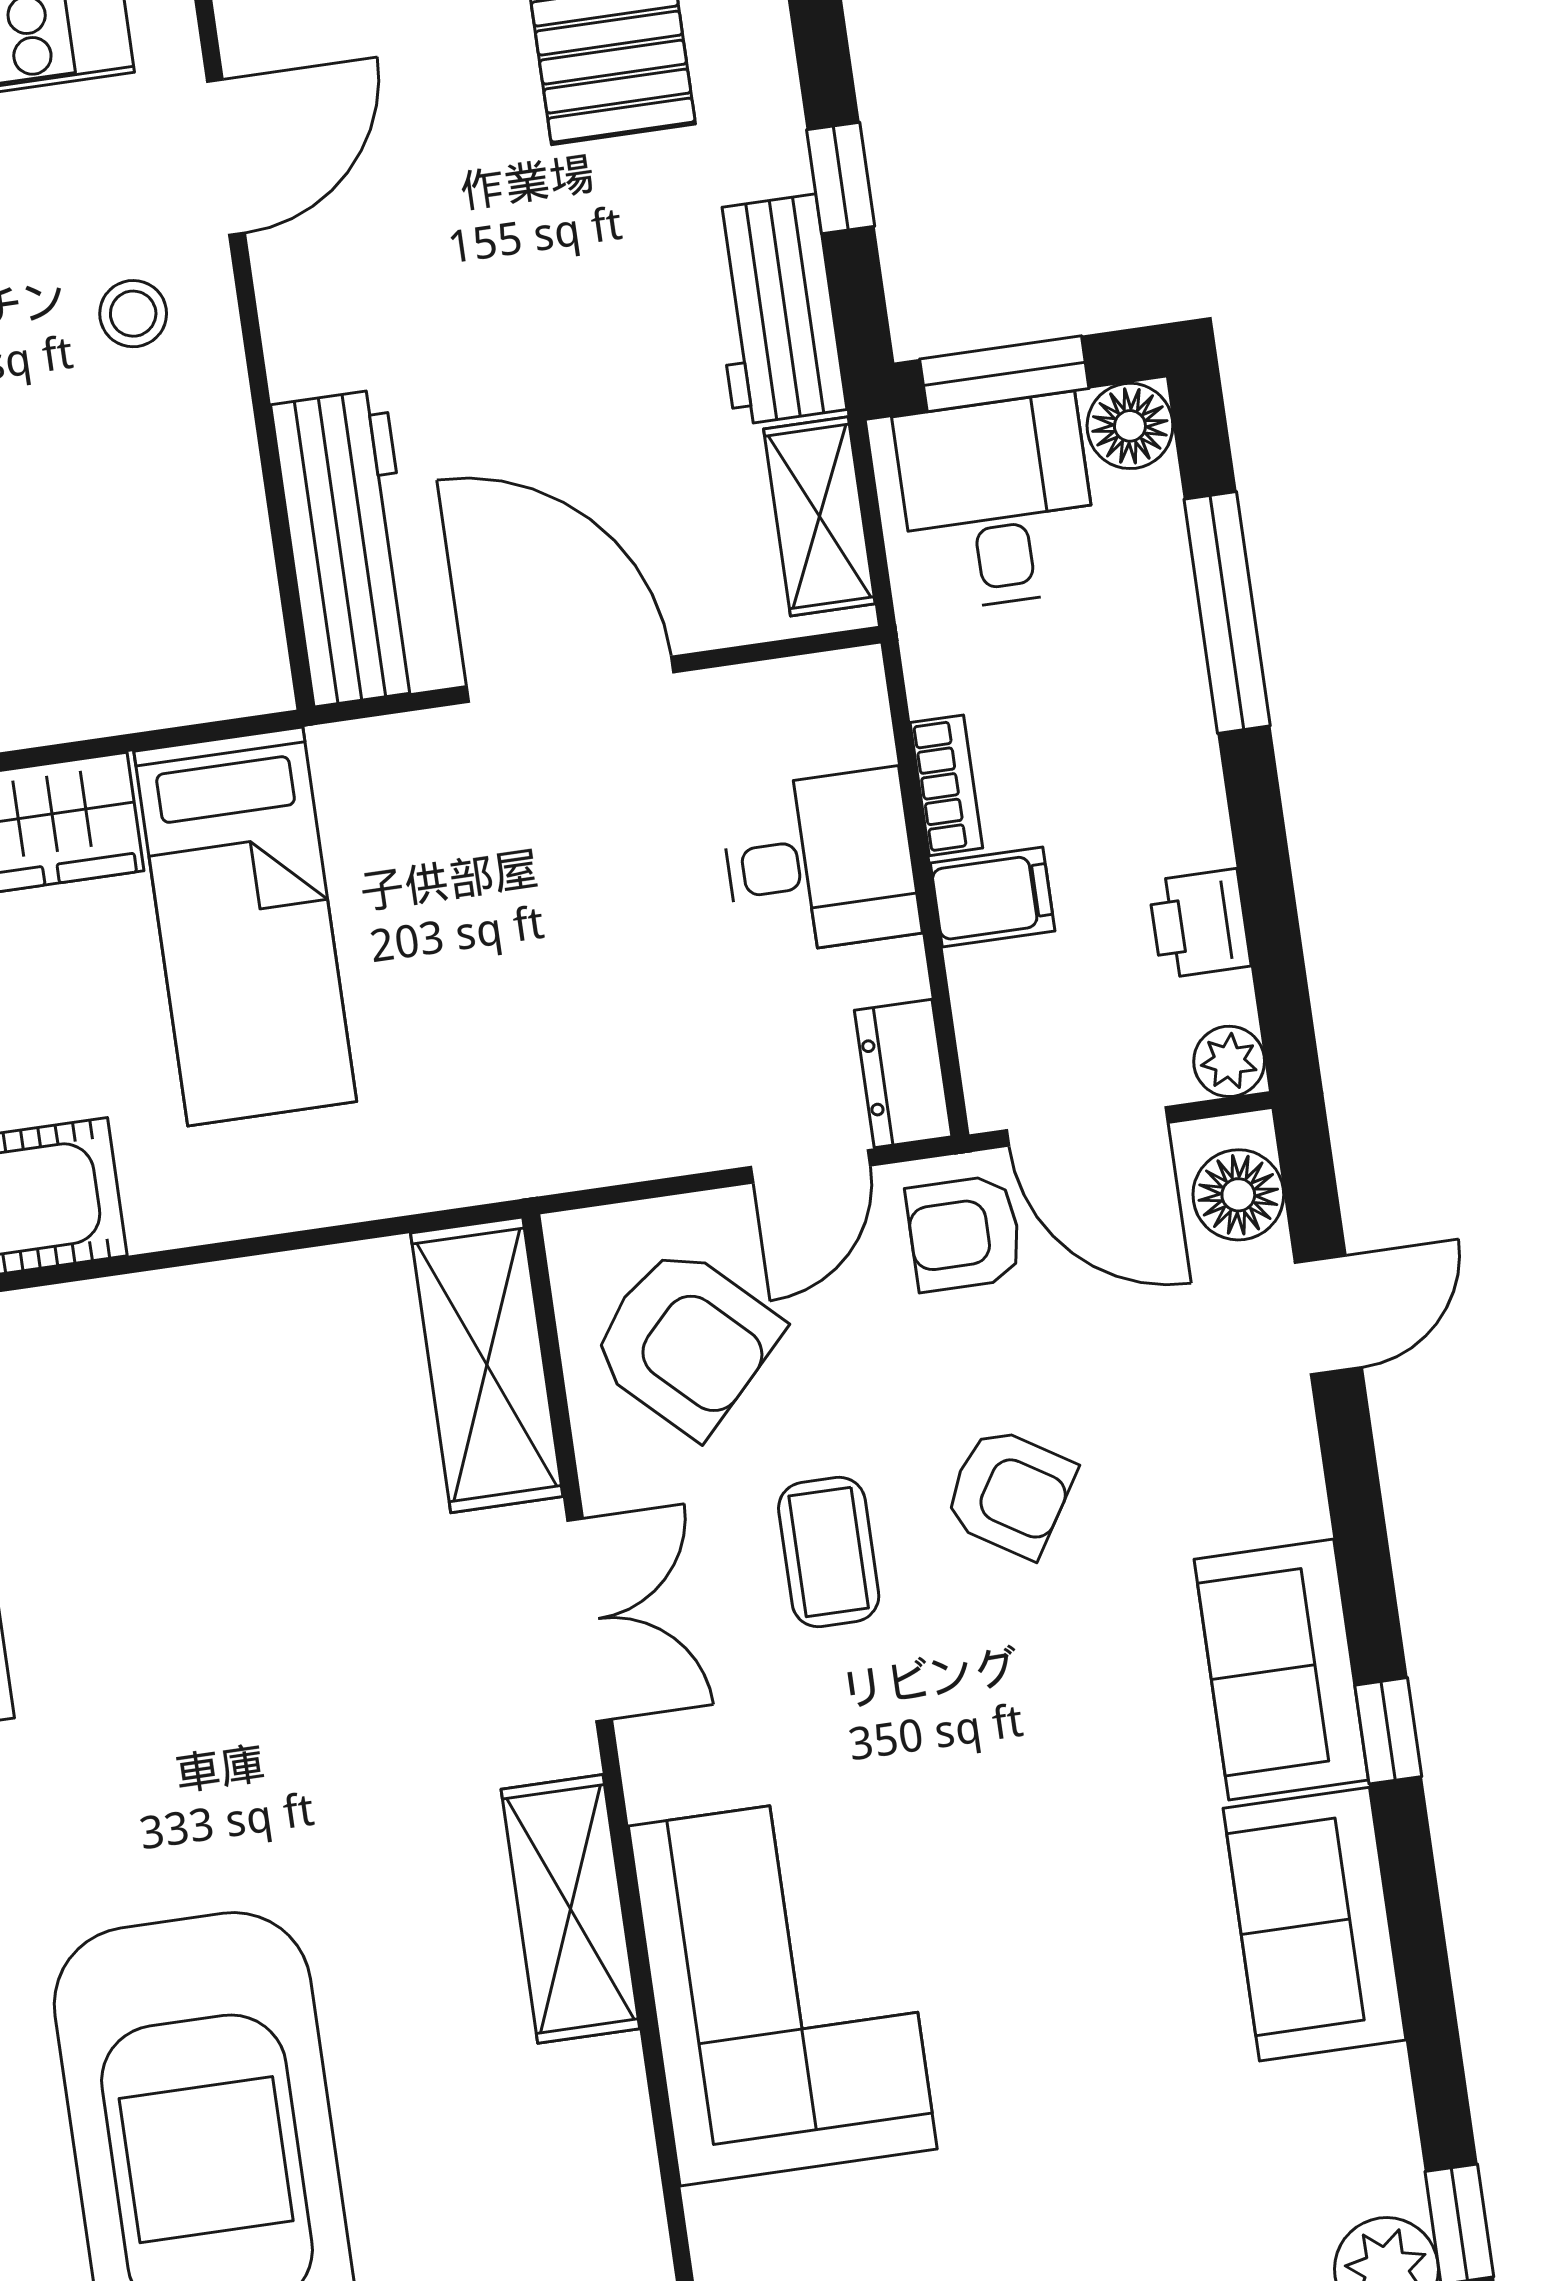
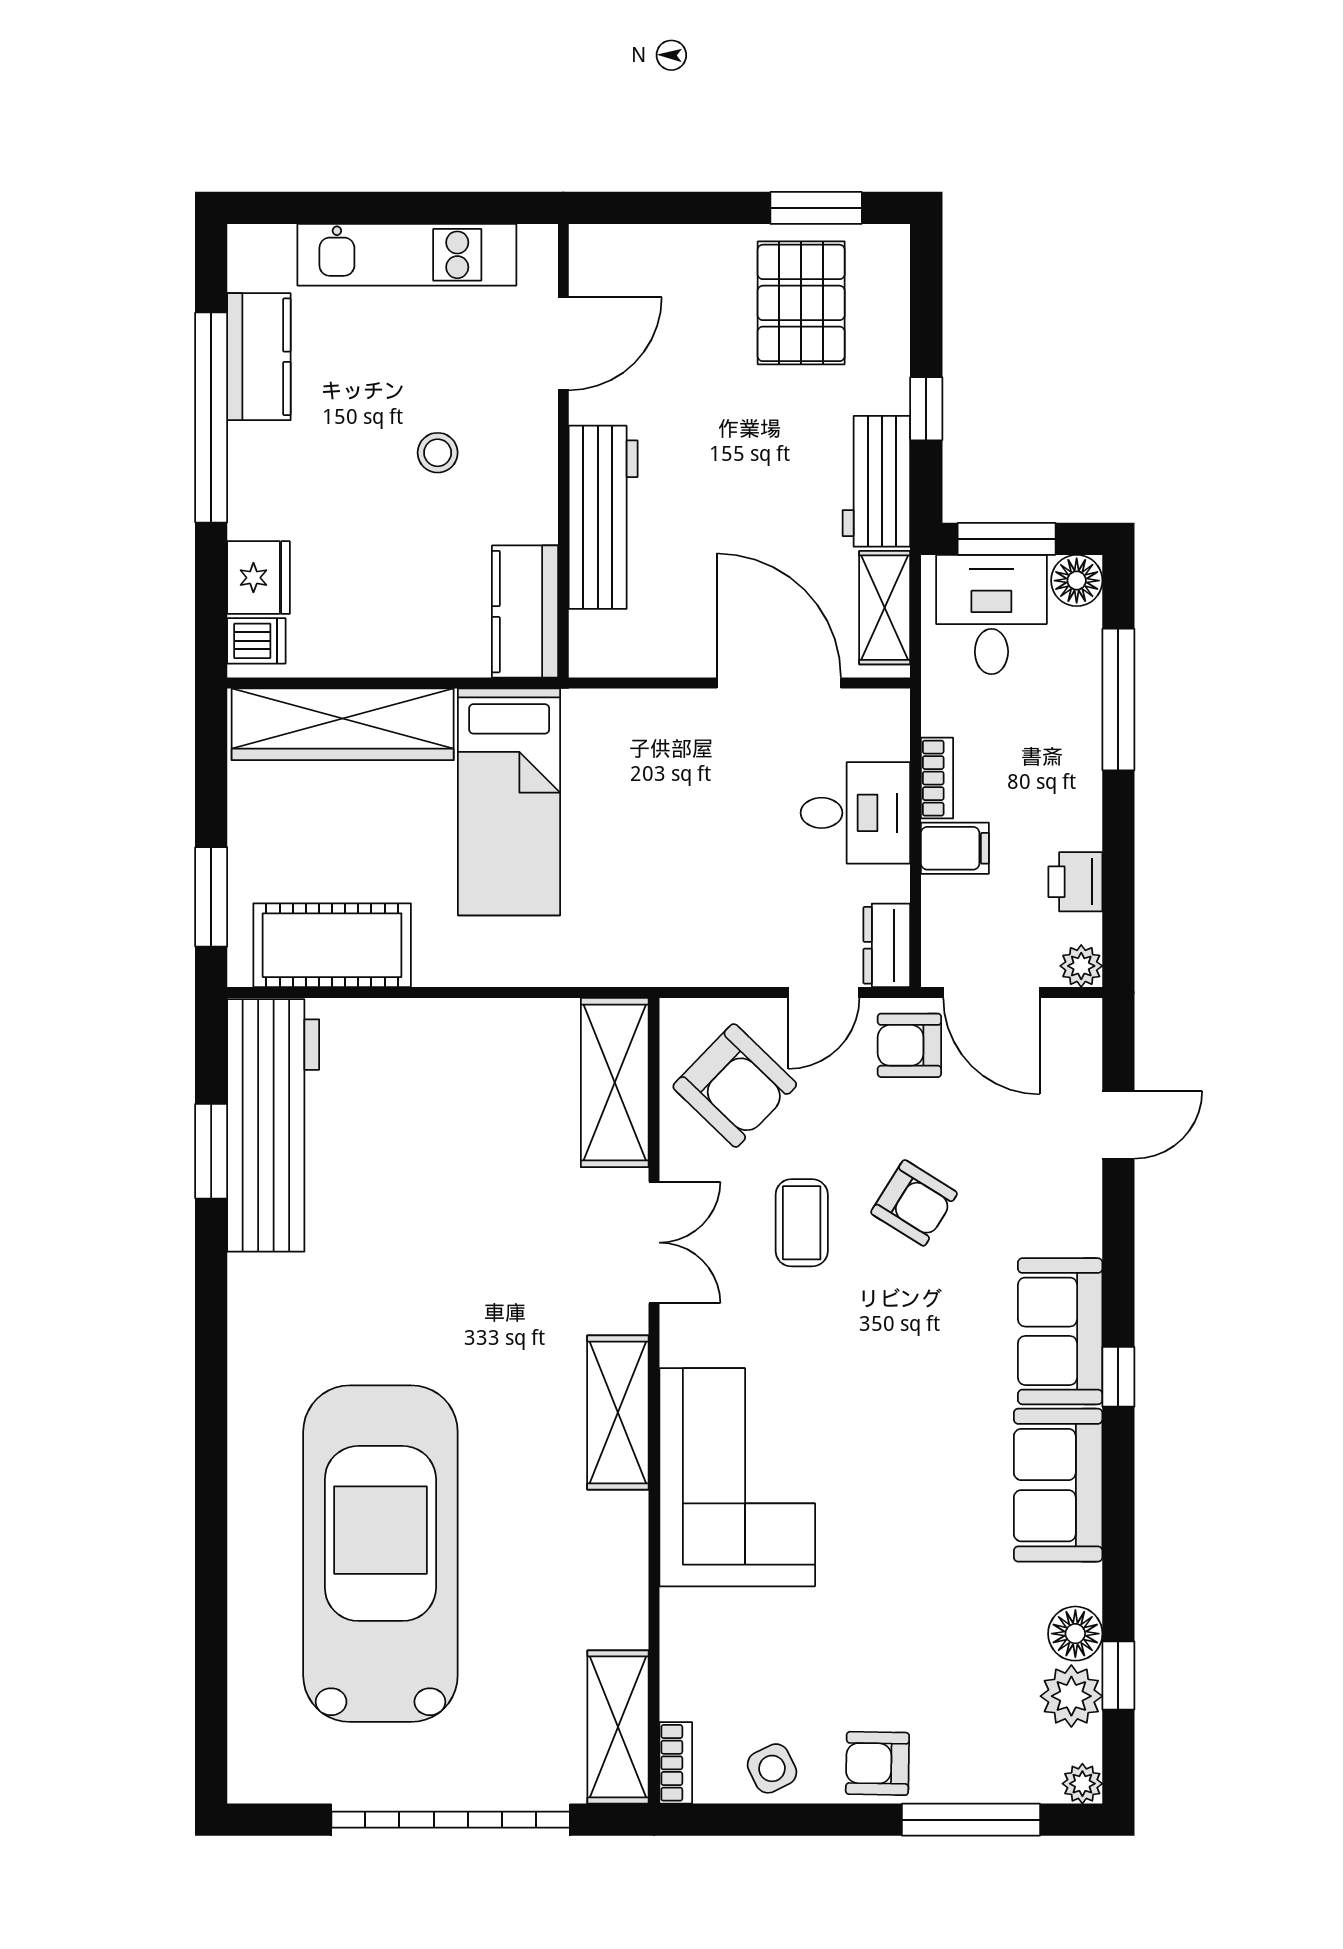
stool: (133, 314) -> (438, 453), moved
workbench: (349, 548) -> (603, 517), moved
kitchen counter: (226, 608) -> (525, 612), added
door: (570, 679) -> (779, 683), moved
floor lamp: (1238, 1195) -> (1075, 1634), moved

